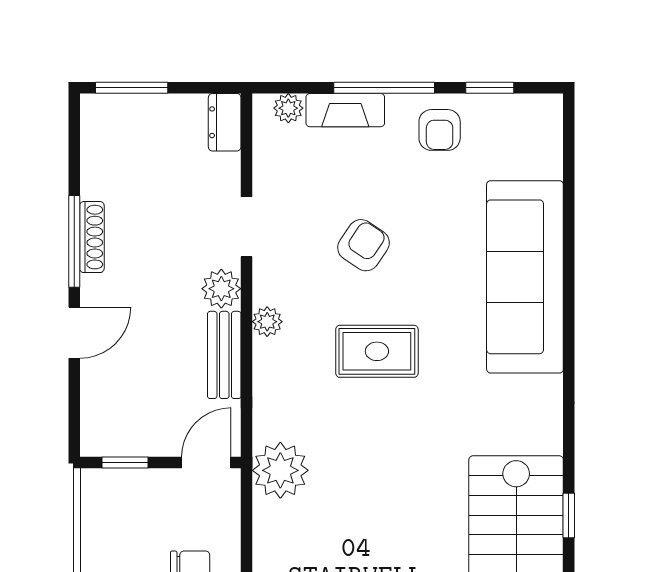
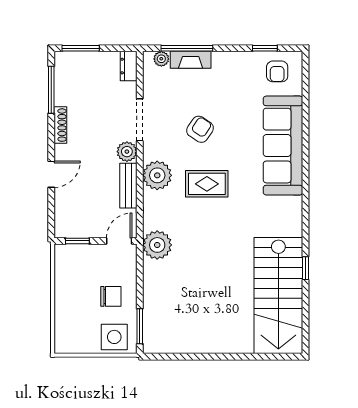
window: (384, 88) -> (187, 48), moved
armchair: (440, 130) -> (277, 71), moved
doorway: (247, 227) -> (140, 120), width x1.38
window: (74, 241) -> (51, 90), moved
plant: (267, 322) -> (157, 175), width x1.87, depth x1.87

